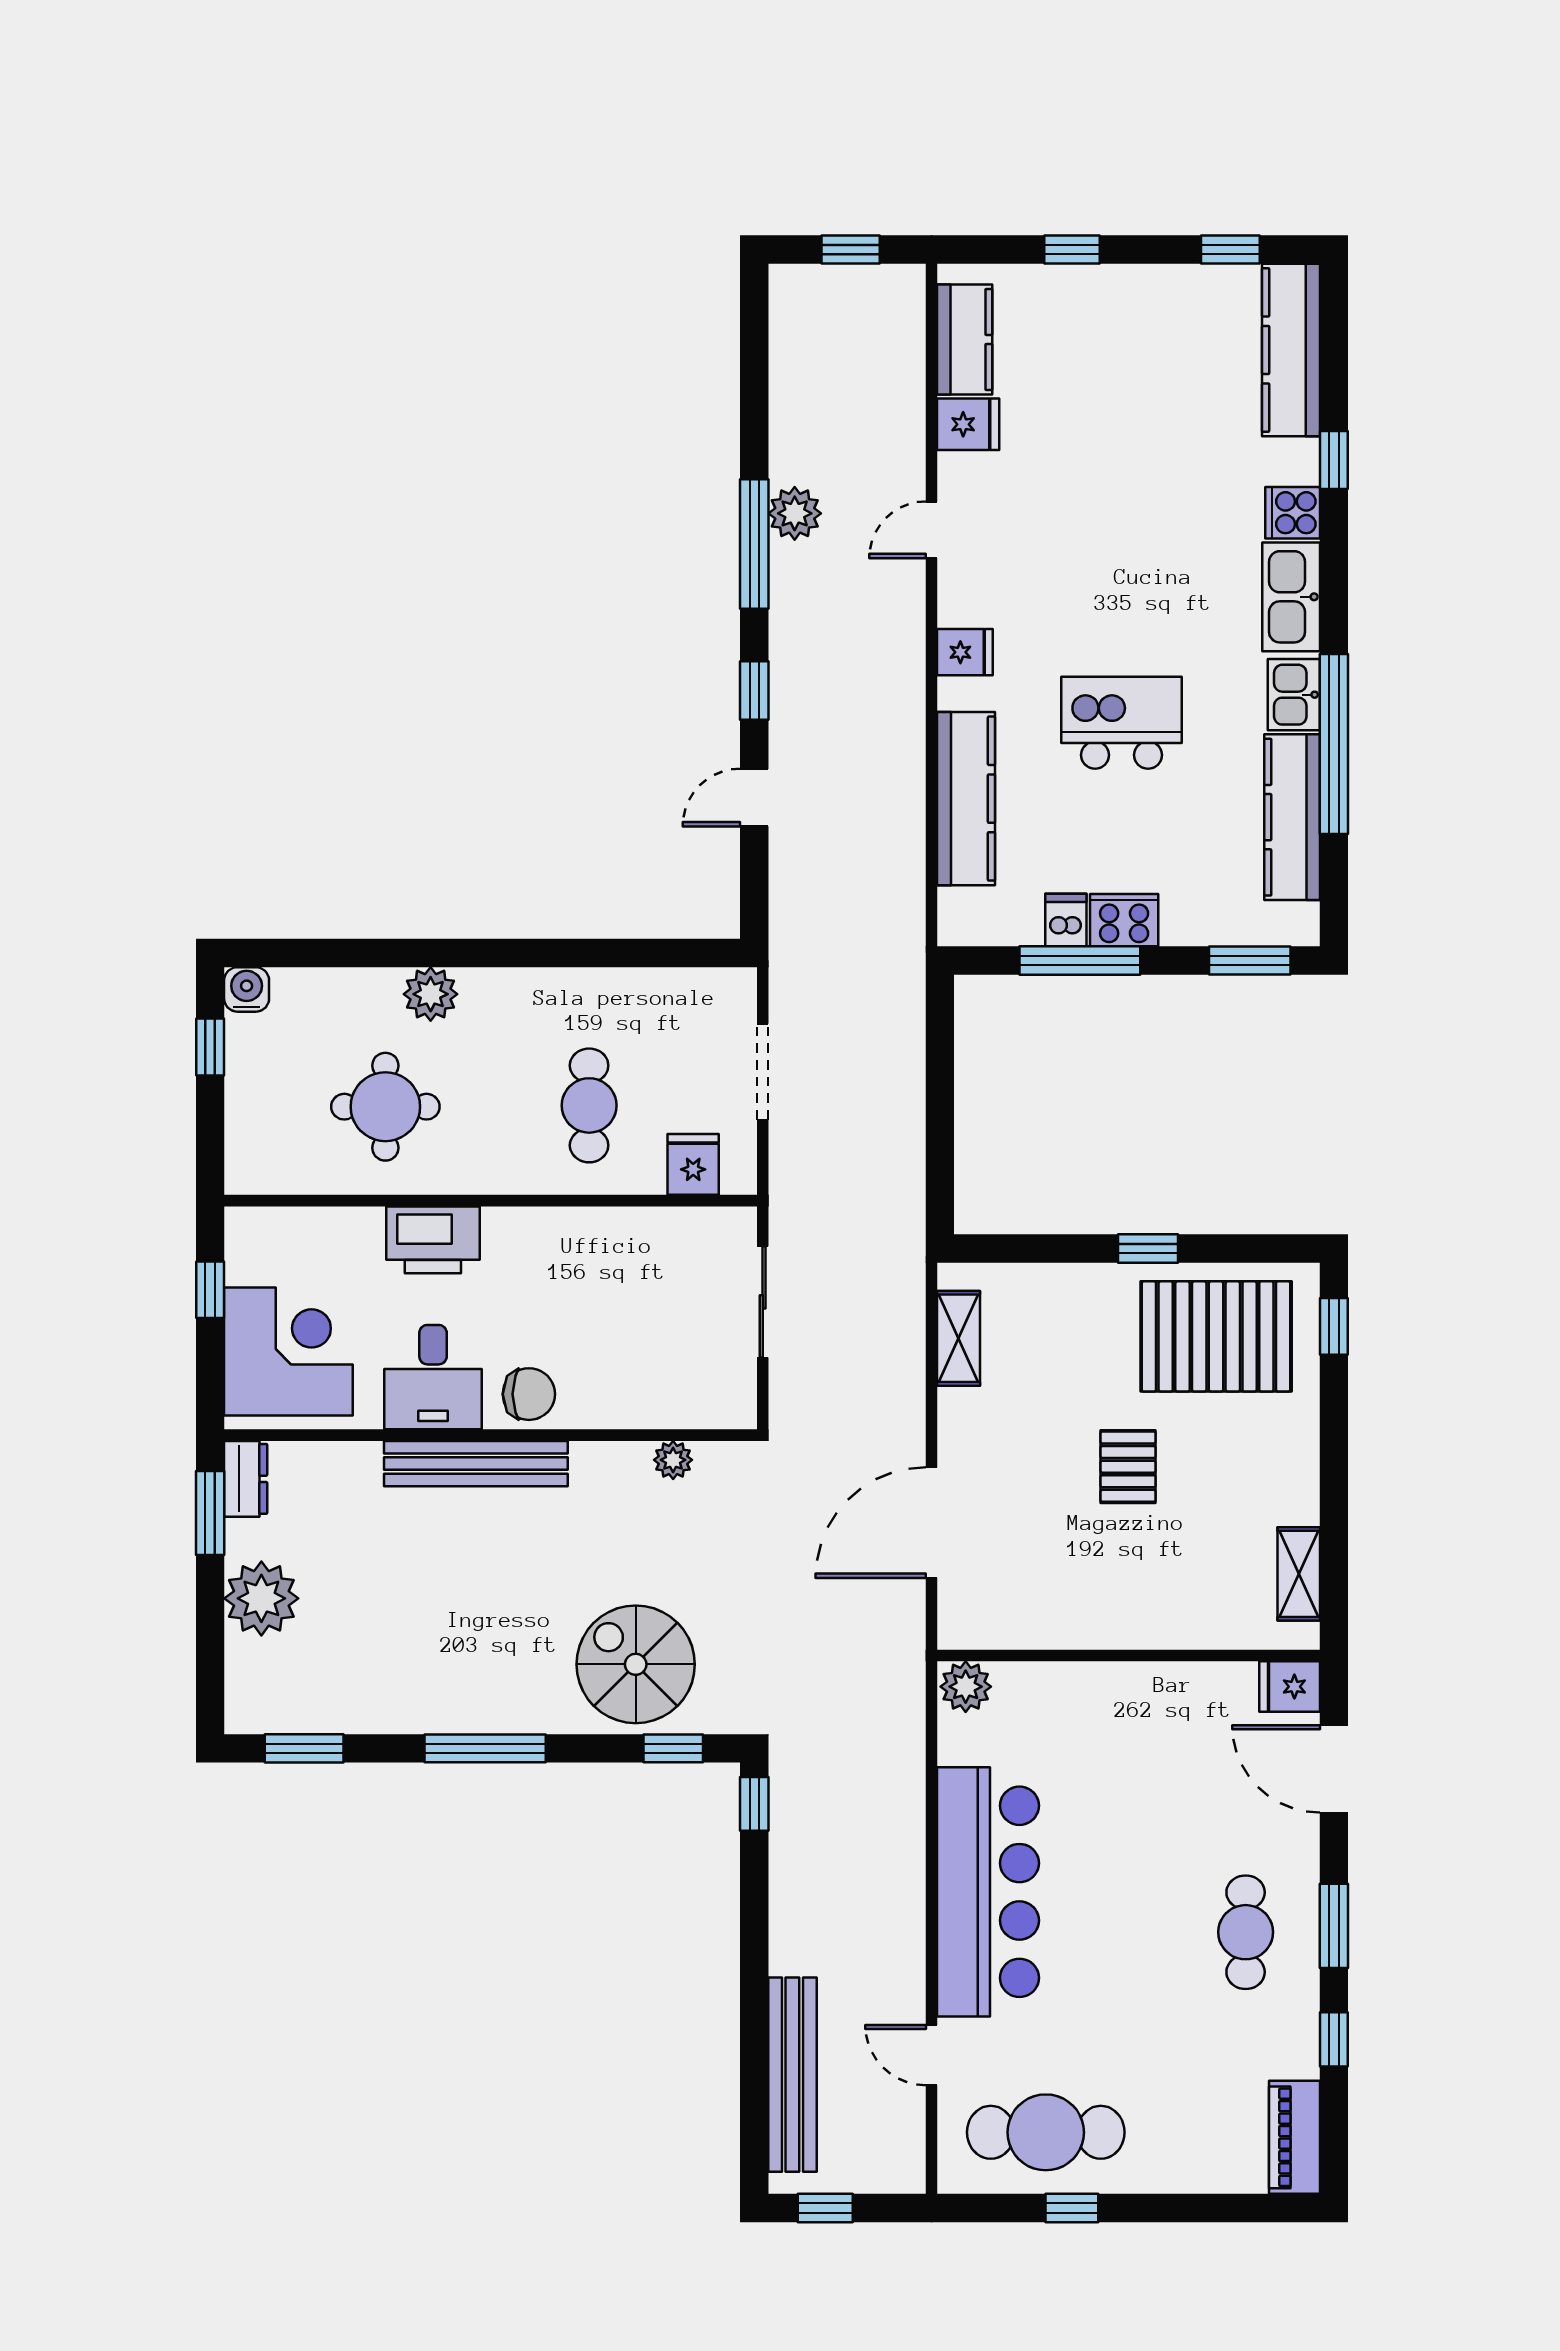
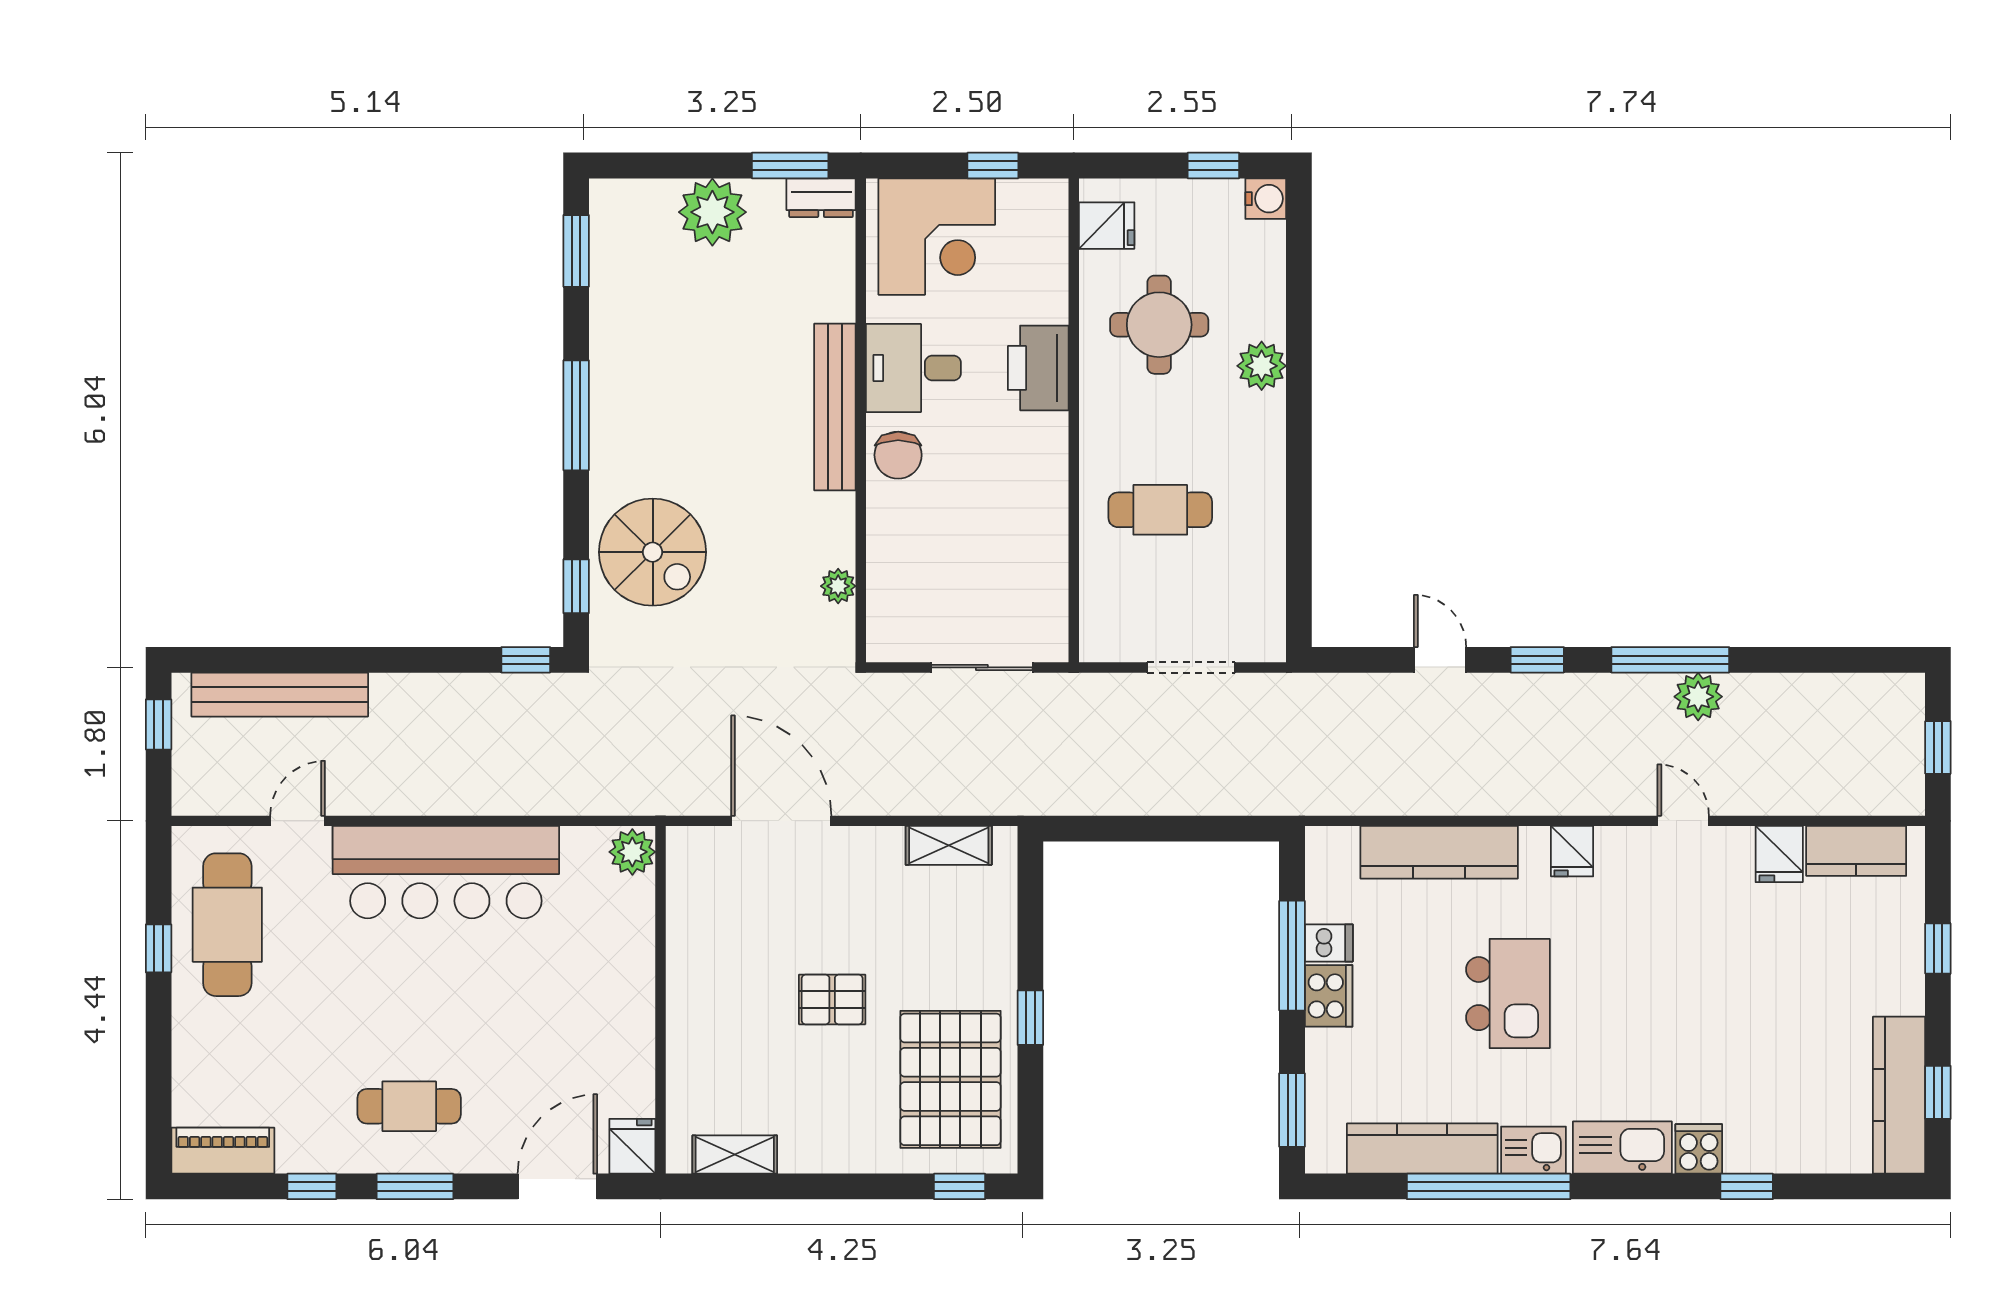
kitchen counter: (1291, 350) -> (1899, 1095), moved, turned -90
fridge: (693, 1164) -> (1107, 226), moved
spiral stairs: (636, 1664) -> (653, 552), turned 90

